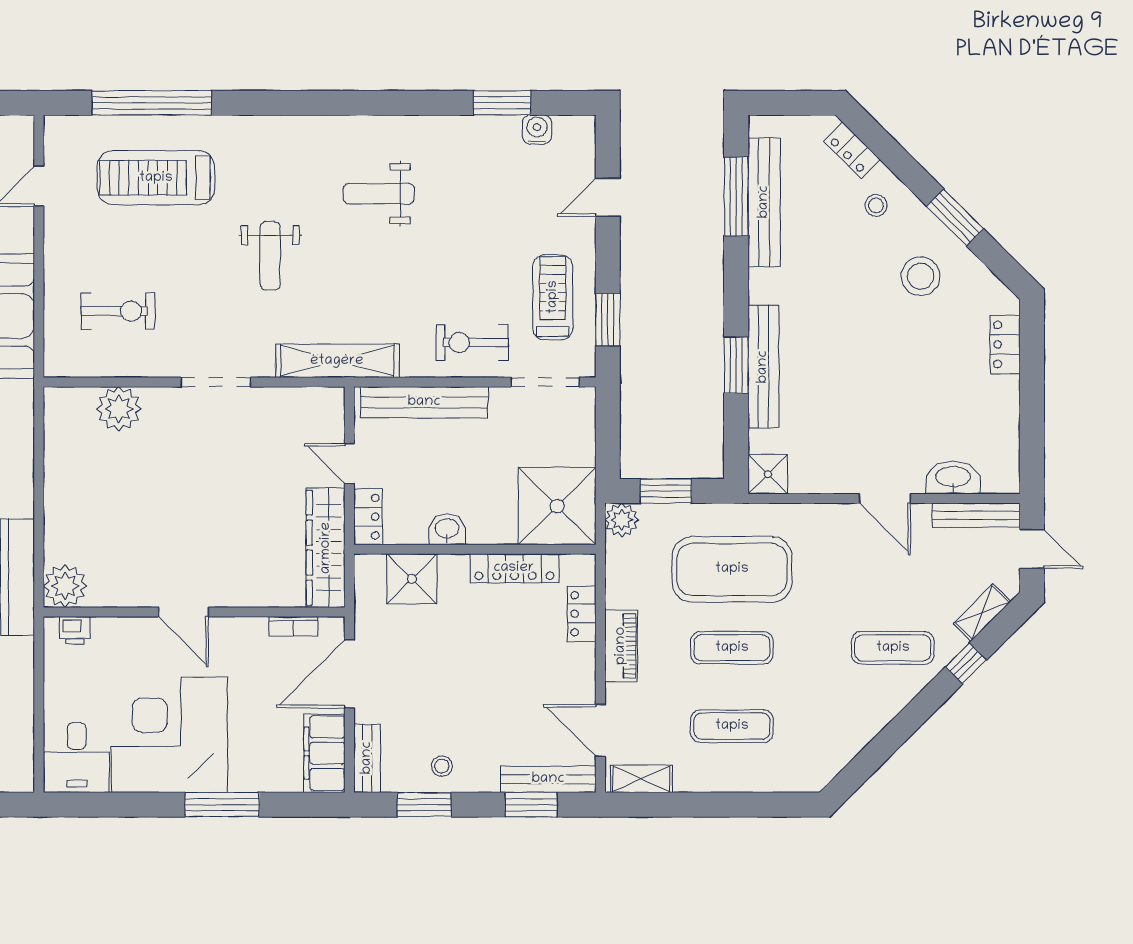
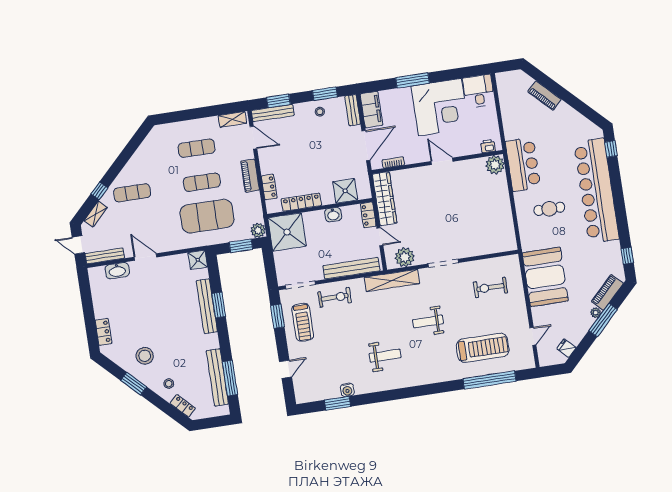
water cooler: (537, 129) -> (347, 390), moved
weight bench: (270, 256) -> (428, 322), turned -90
plant: (119, 409) -> (405, 257), moved

